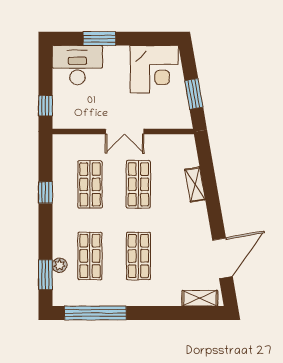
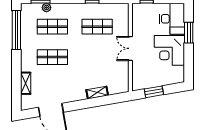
corner desk: (154, 69) -> (169, 50), moved
shop shelf: (138, 184) -> (97, 57), removed
shelving: (200, 298) -> (26, 83), moved

